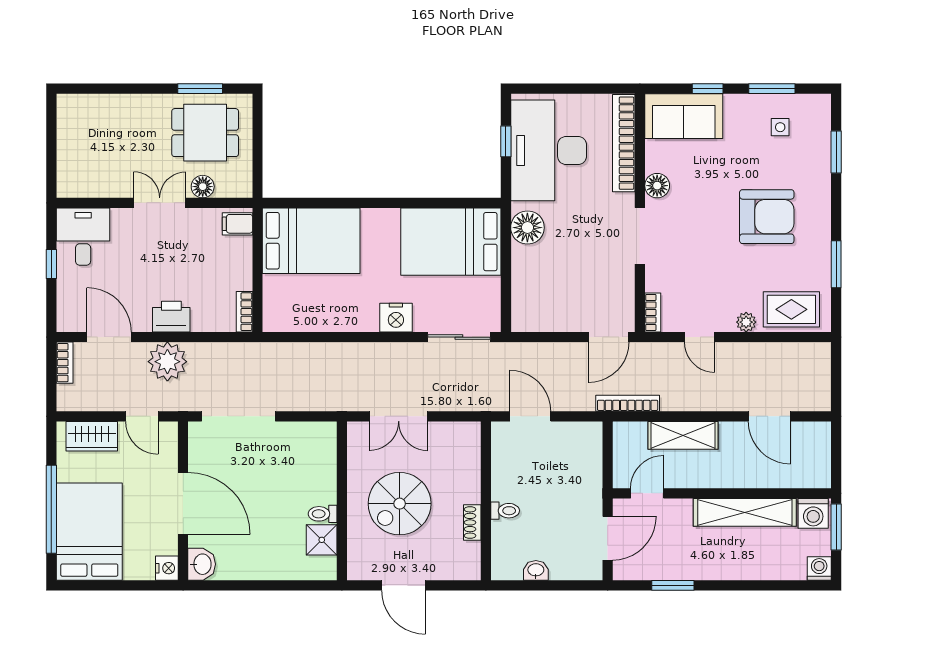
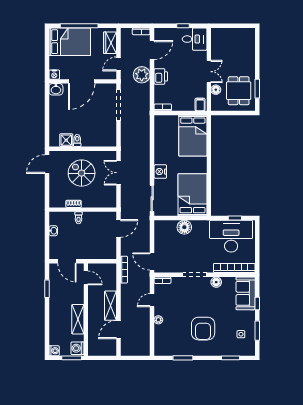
floor lamp: (527, 228) -> (184, 227), moved
rug: (791, 309) -> (164, 339), removed
shelving: (683, 435) -> (110, 306), moved
shelving: (745, 512) -> (78, 319), width x0.68
door: (403, 585) -> (47, 164), moved

